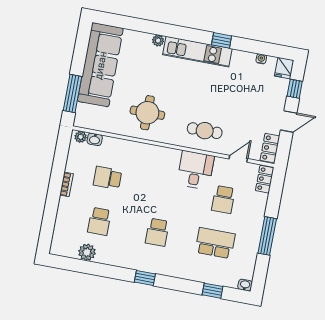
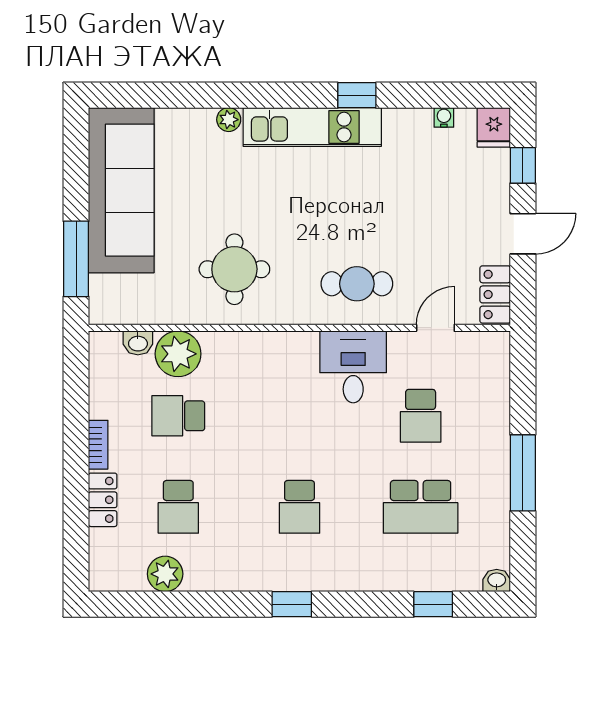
plant: (81, 137) -> (178, 354), moved, width x1.87, depth x1.87
locker: (265, 179) -> (103, 500), moved, turned 180
school desk: (215, 243) -> (421, 507), turned 180

